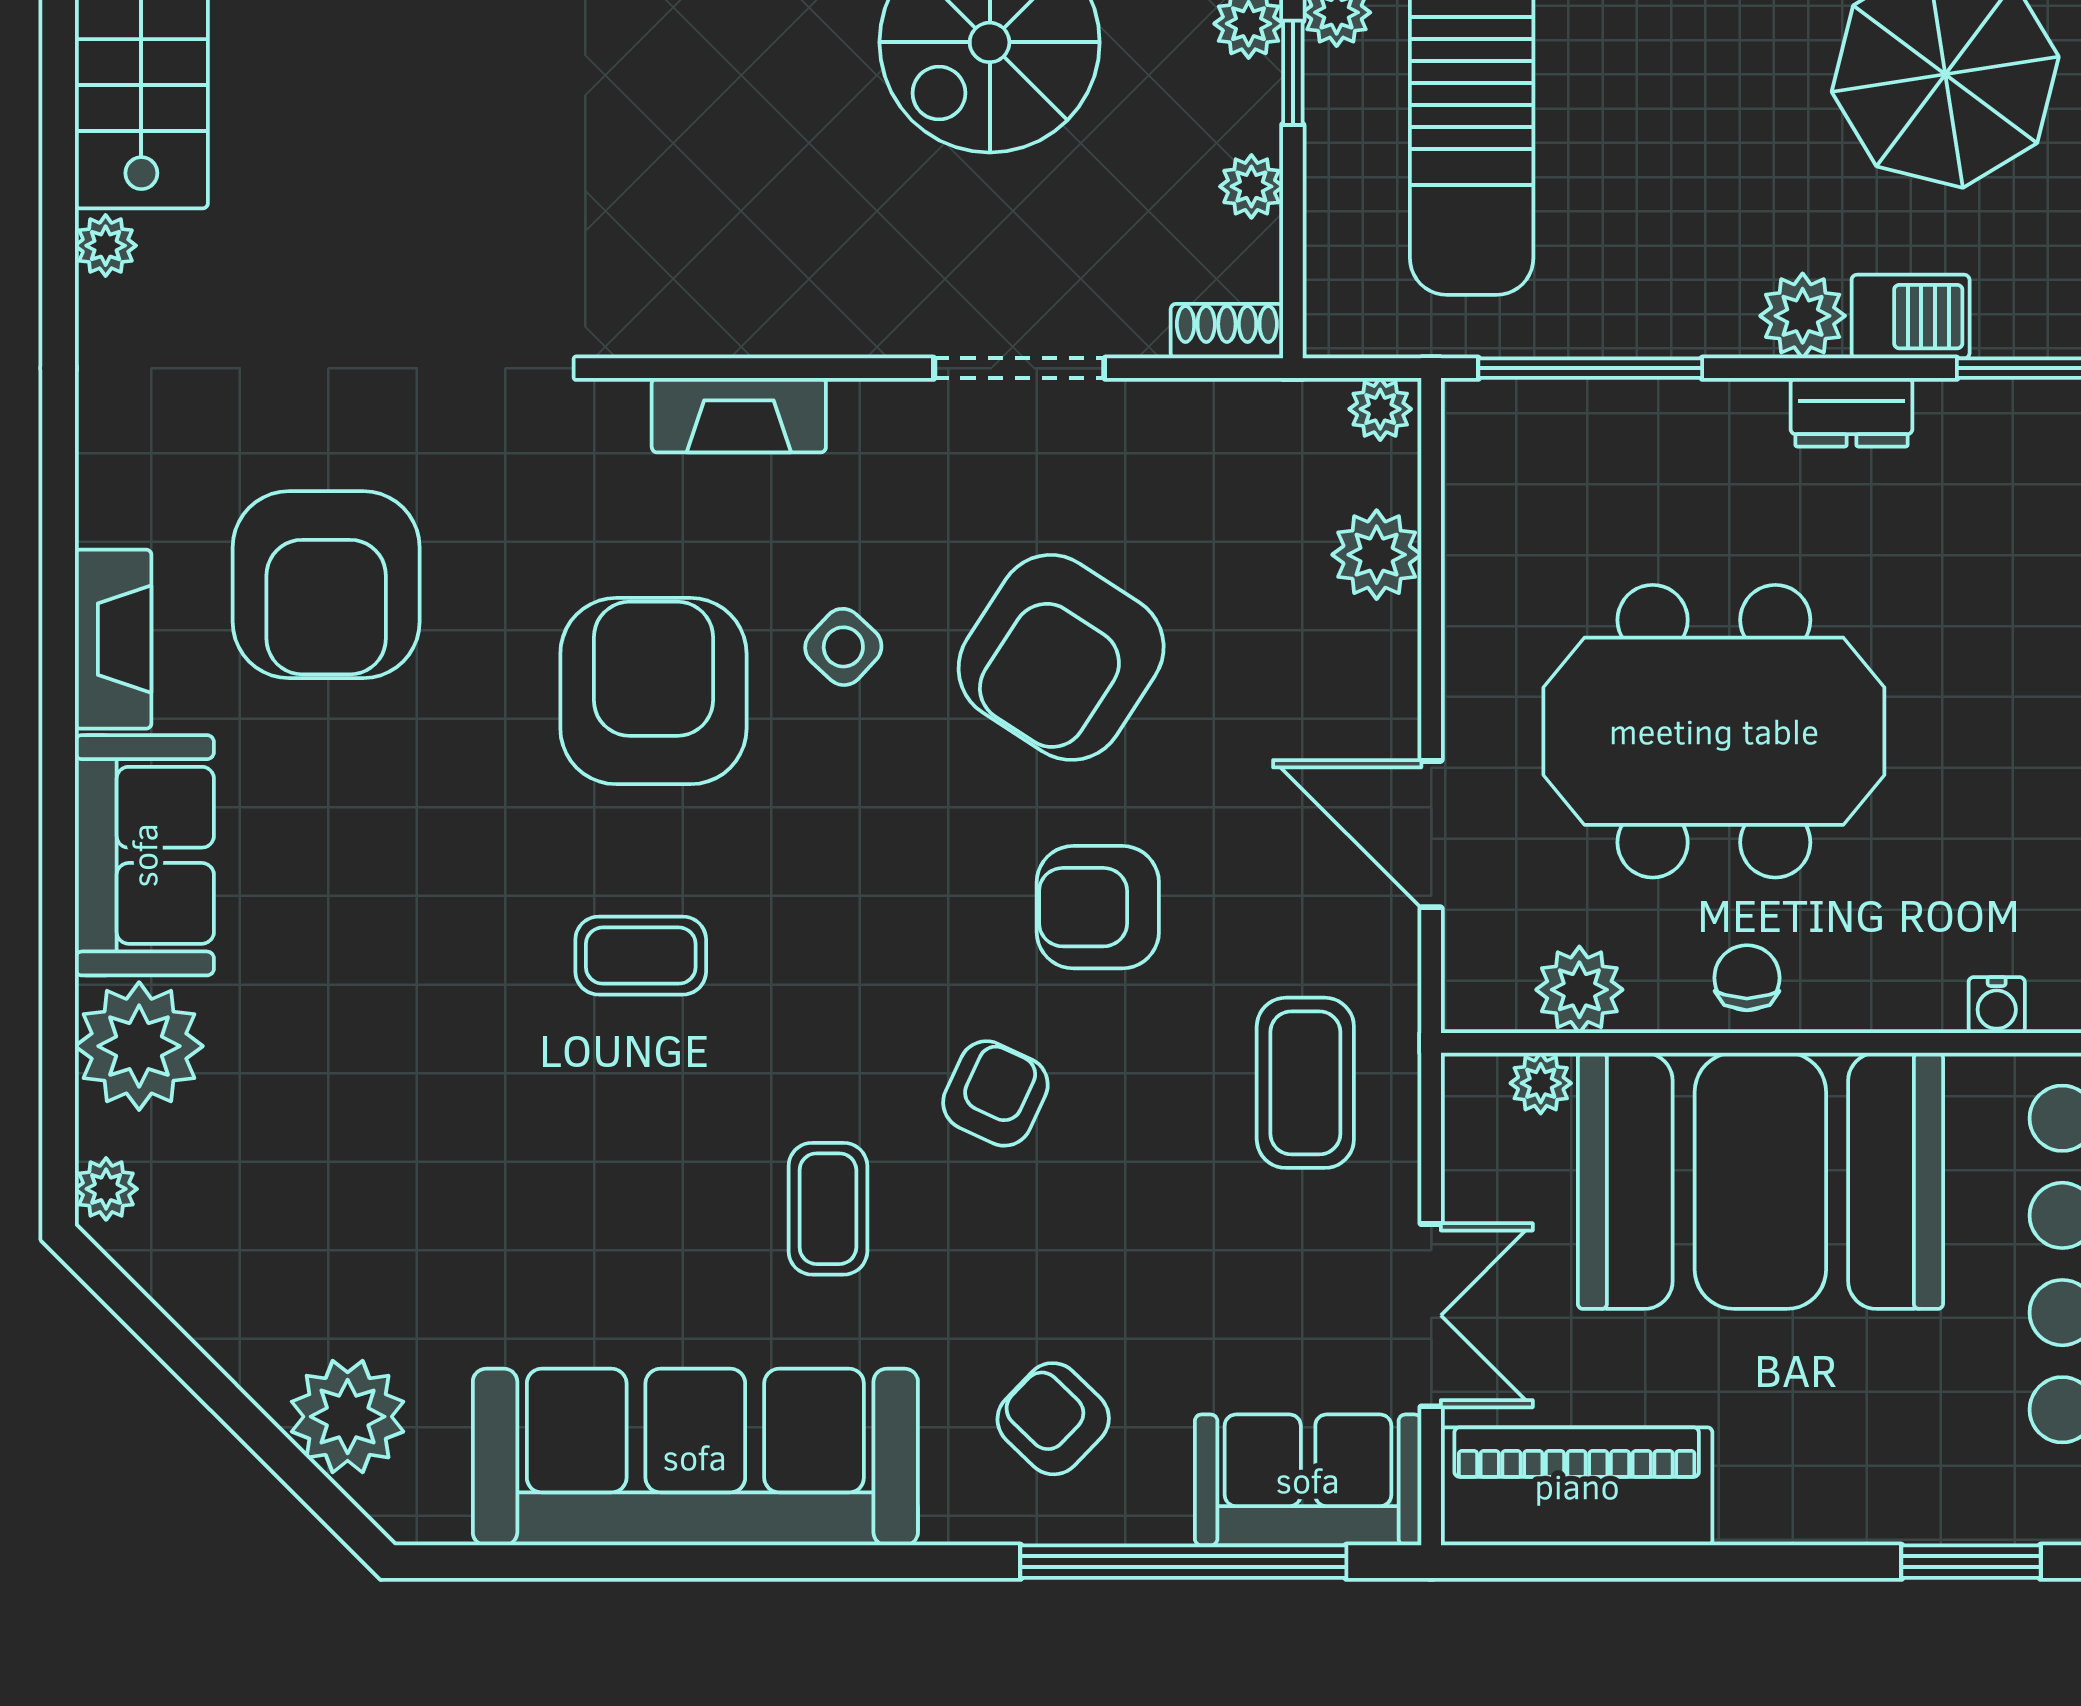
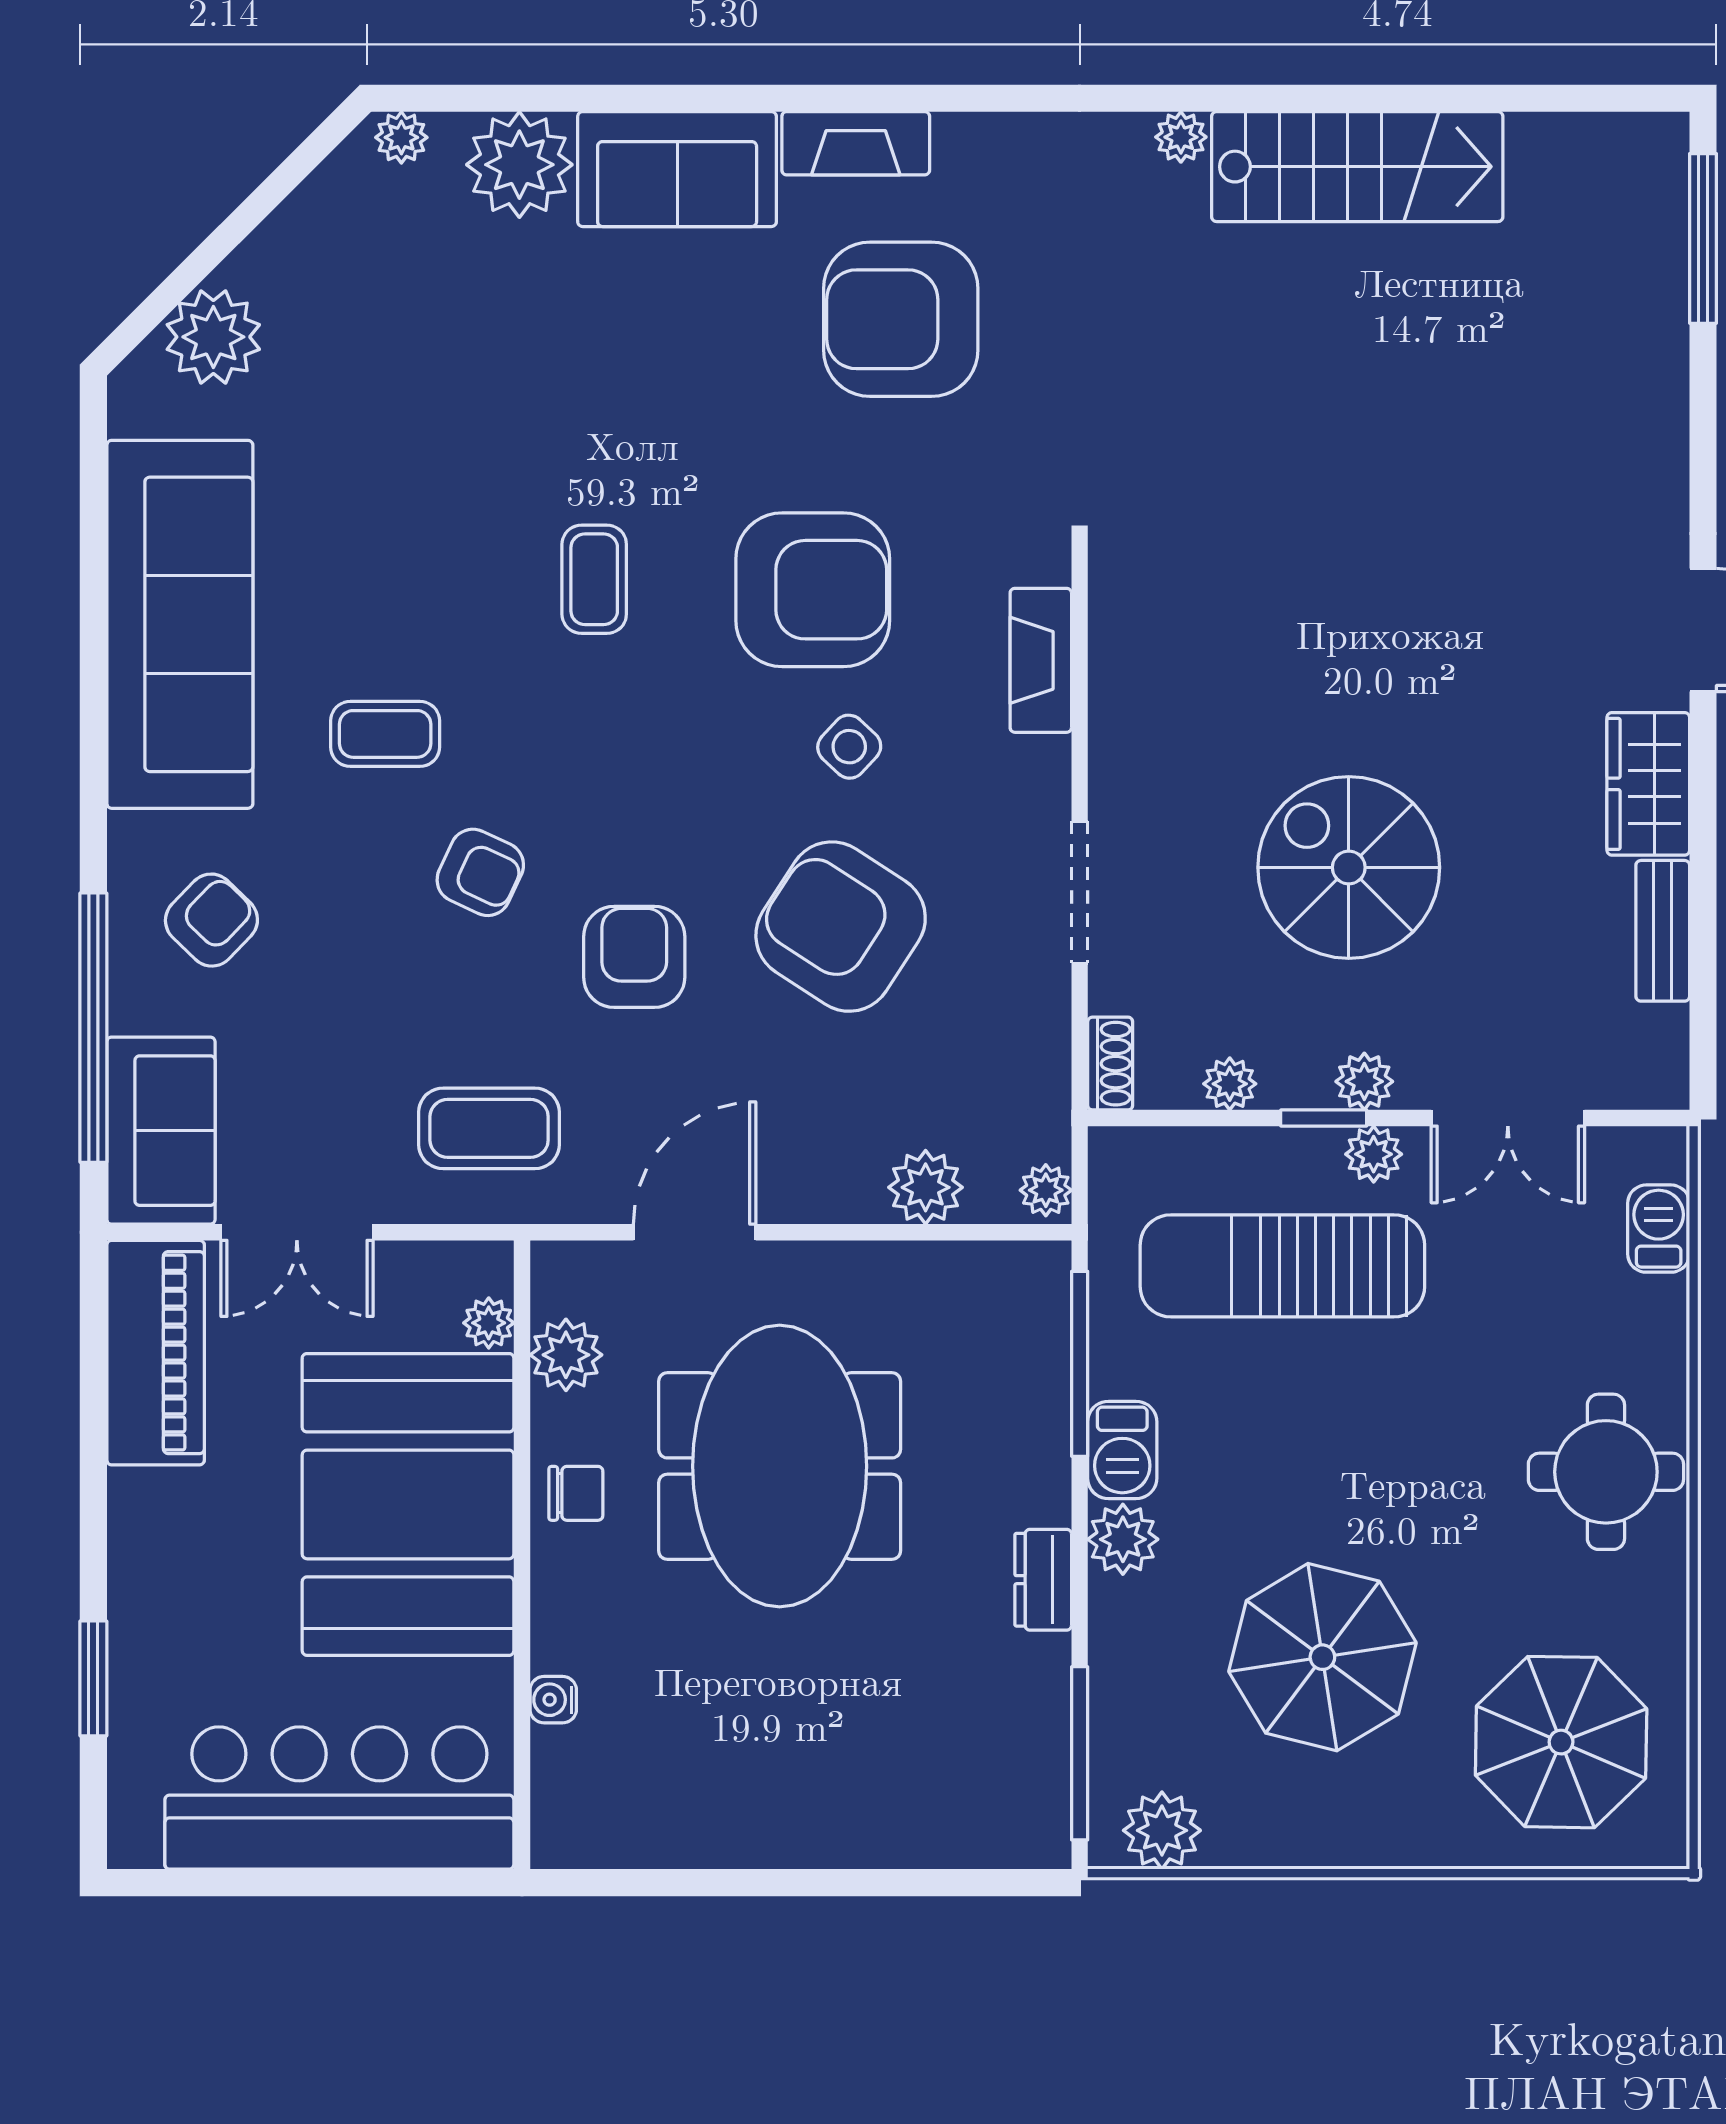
barbecue: (1911, 317) -> (1122, 1450), moved

